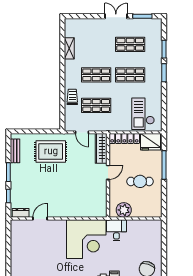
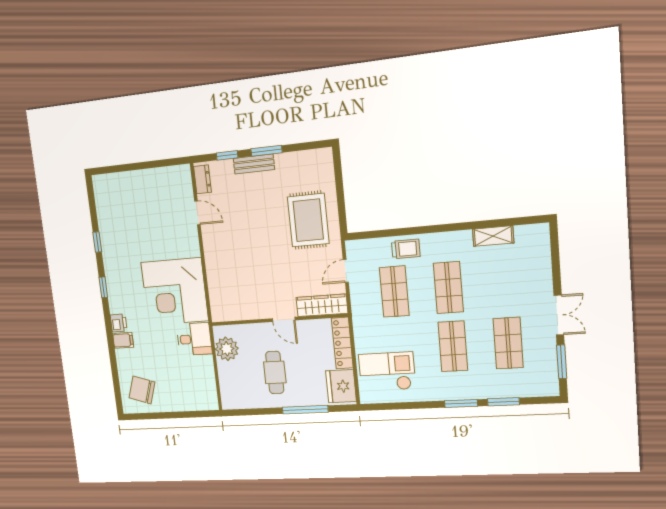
bench: (15, 151) -> (254, 164), moved

